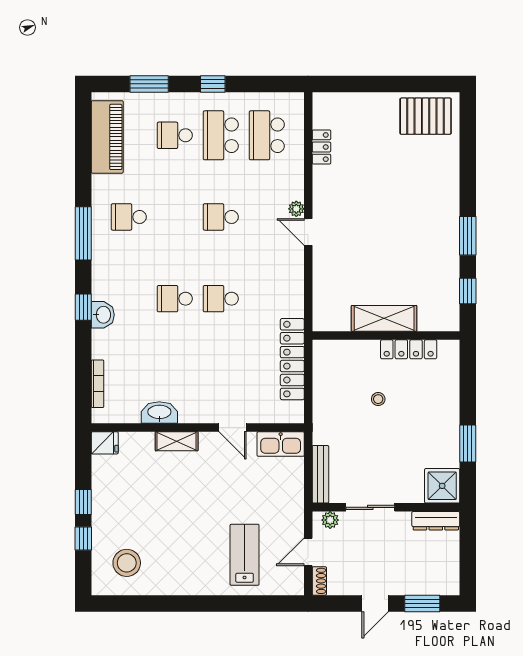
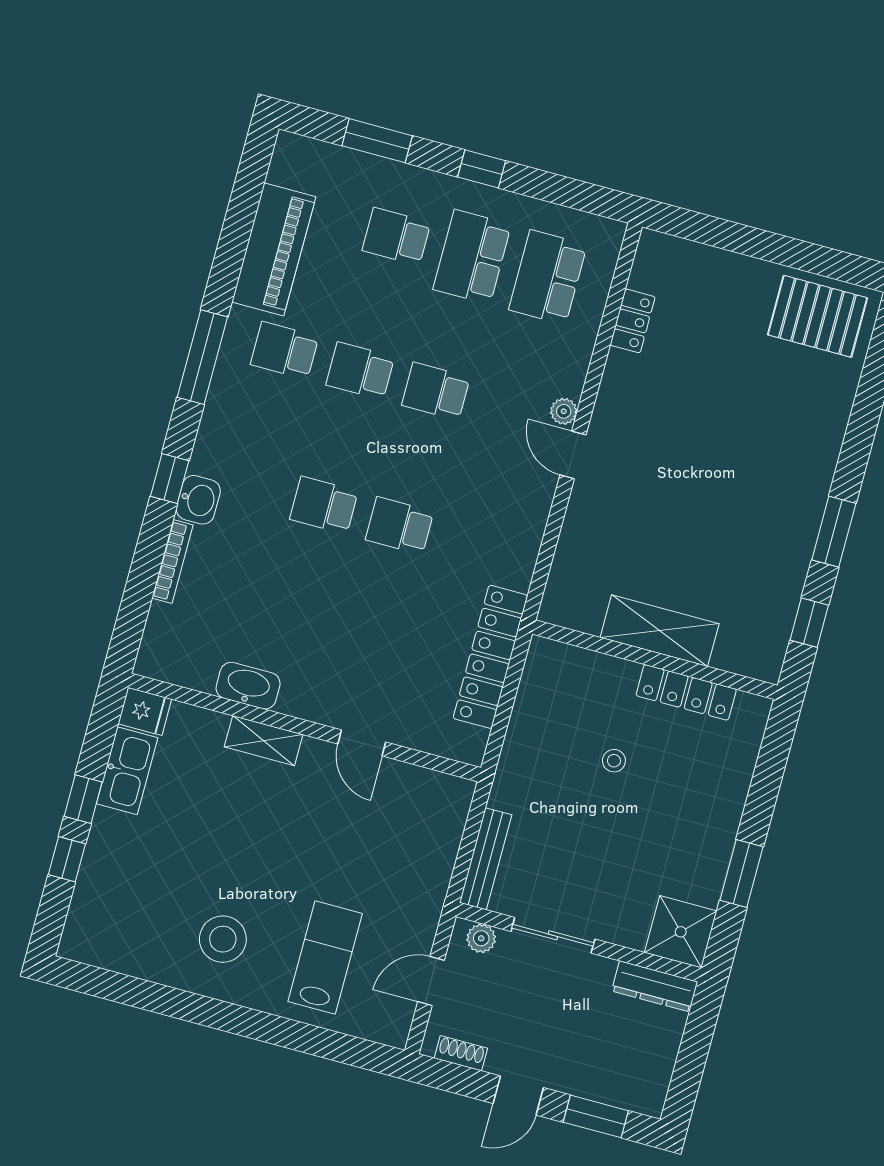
piano: (107, 137) -> (274, 249), moved
school desk: (175, 217) -> (360, 371), added
bookcase: (98, 384) -> (172, 562), moved
kitchen sink: (281, 444) -> (127, 771), moved, turned -90
stool: (127, 563) -> (223, 939), moved
shoe rack: (319, 581) -> (461, 1053), moved, turned -90

